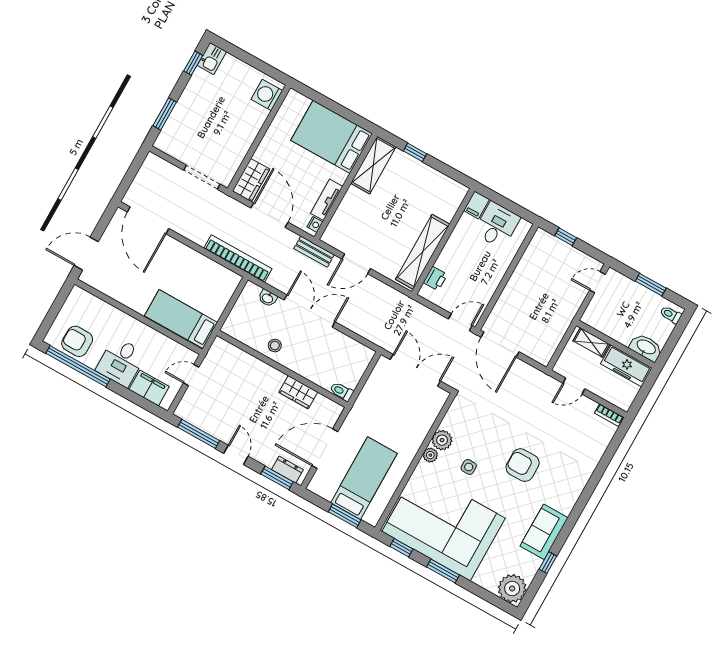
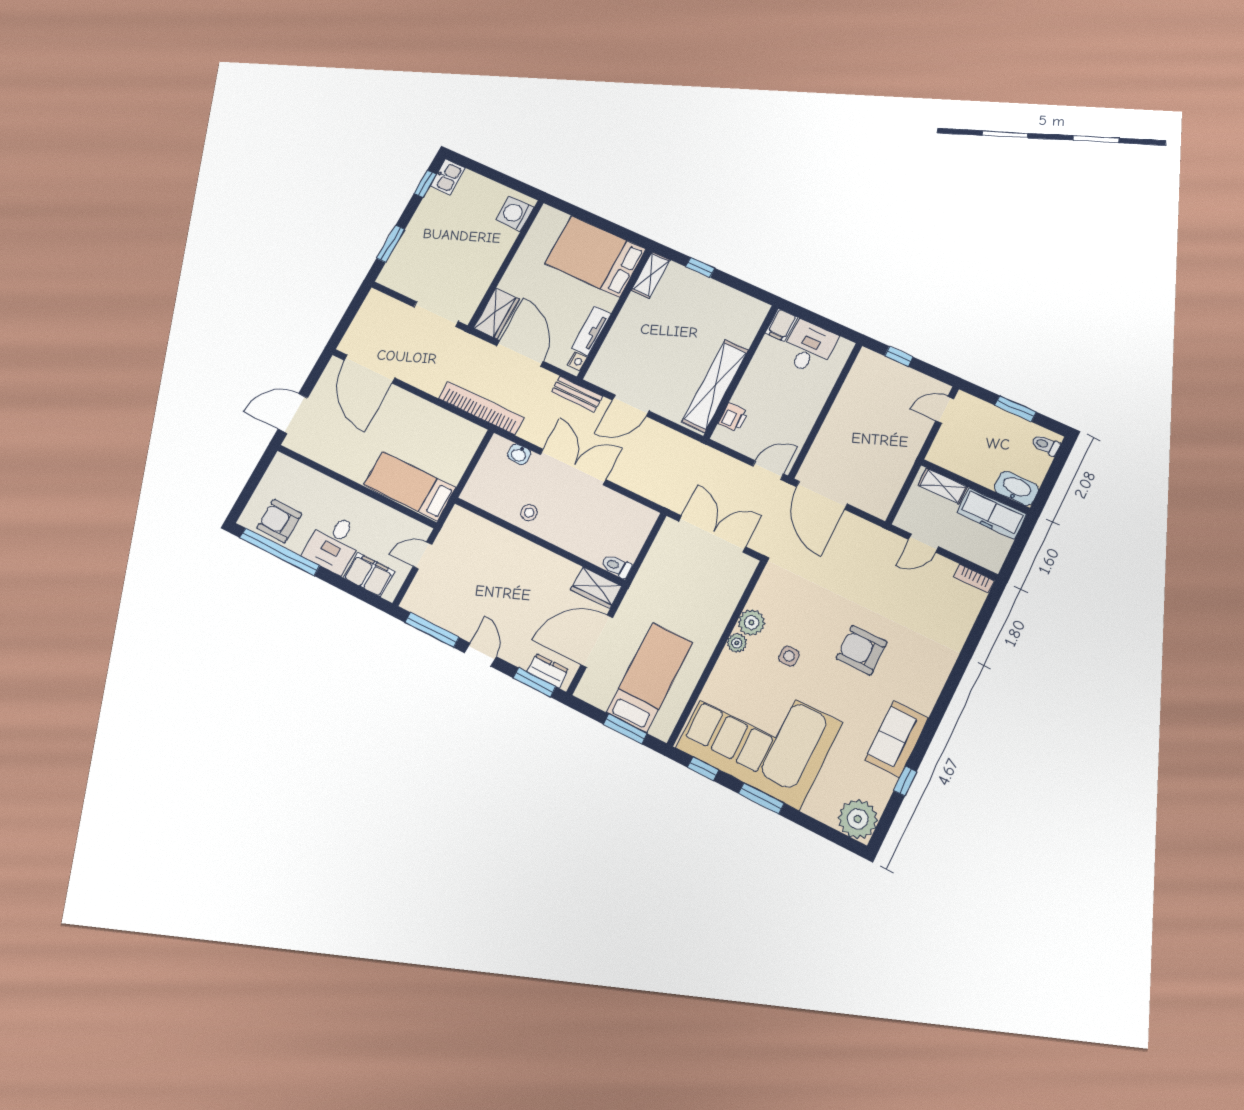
shelving: (373, 165) -> (651, 275), width x0.67, depth x0.75
wardrobe: (298, 392) -> (596, 588), moved

